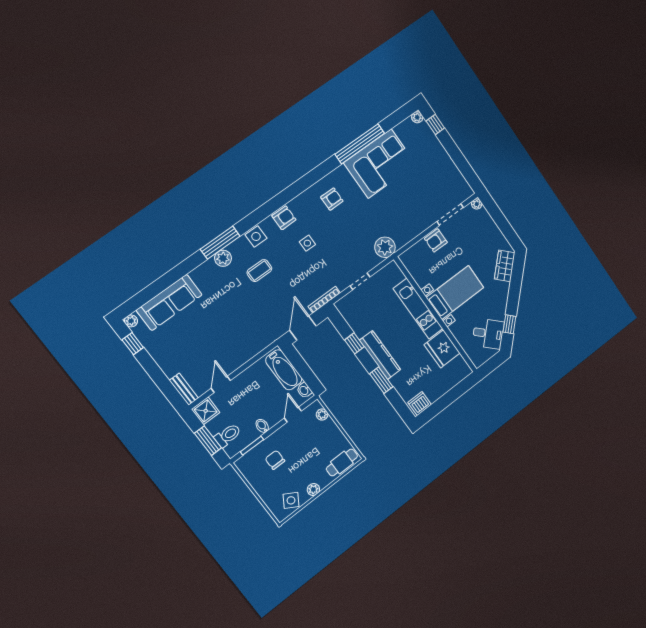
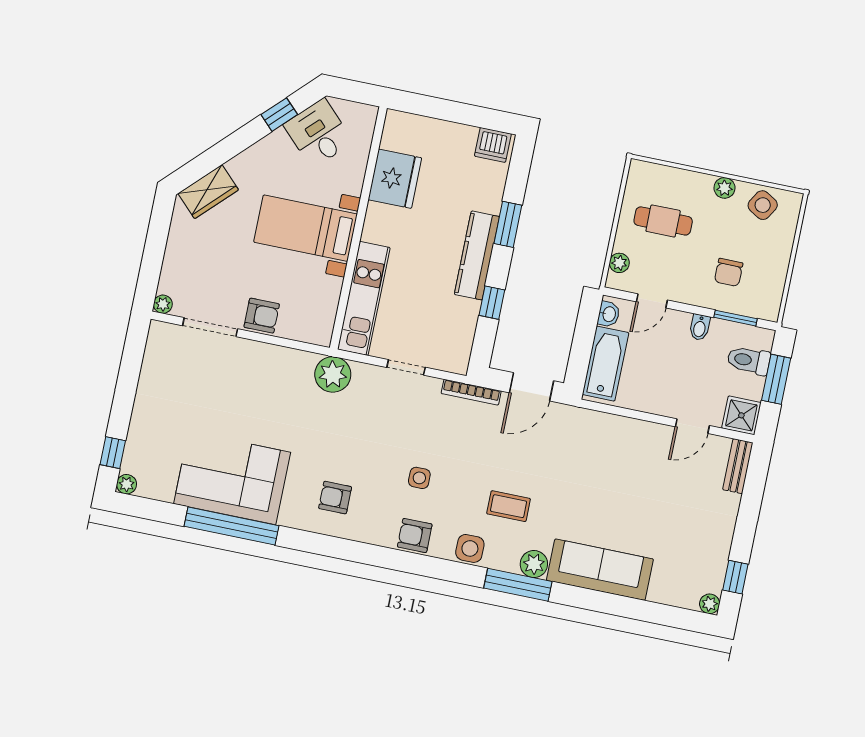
sofa: (169, 302) -> (600, 570), moved
kitchen unit: (418, 309) -> (364, 298), moved
cafe table: (342, 462) -> (663, 221), moved

